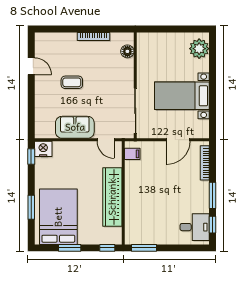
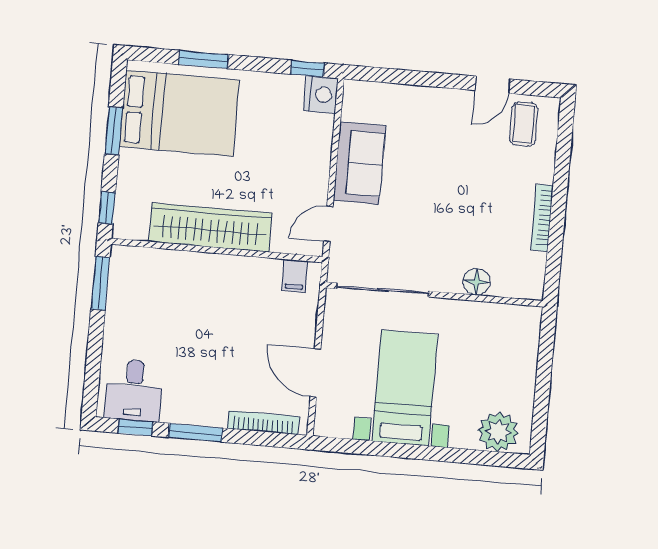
floor lamp: (127, 51) -> (477, 282), moved
coffee table: (72, 82) -> (524, 124), moved

